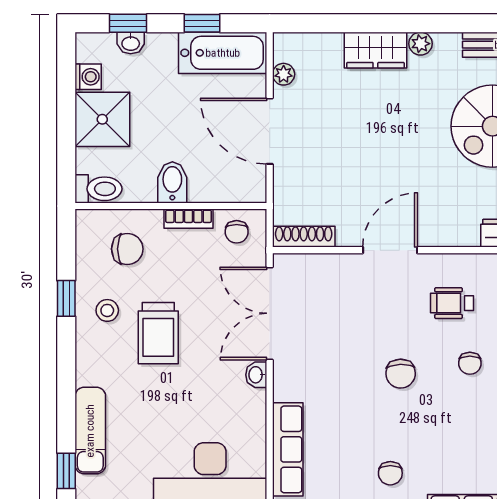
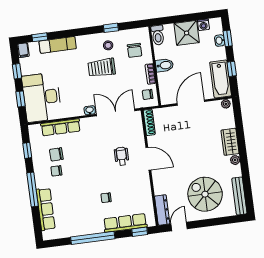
plant: (284, 74) -> (226, 104), moved
wheelchair: (452, 303) -> (122, 156), moved
chair: (401, 374) -> (56, 154), moved

